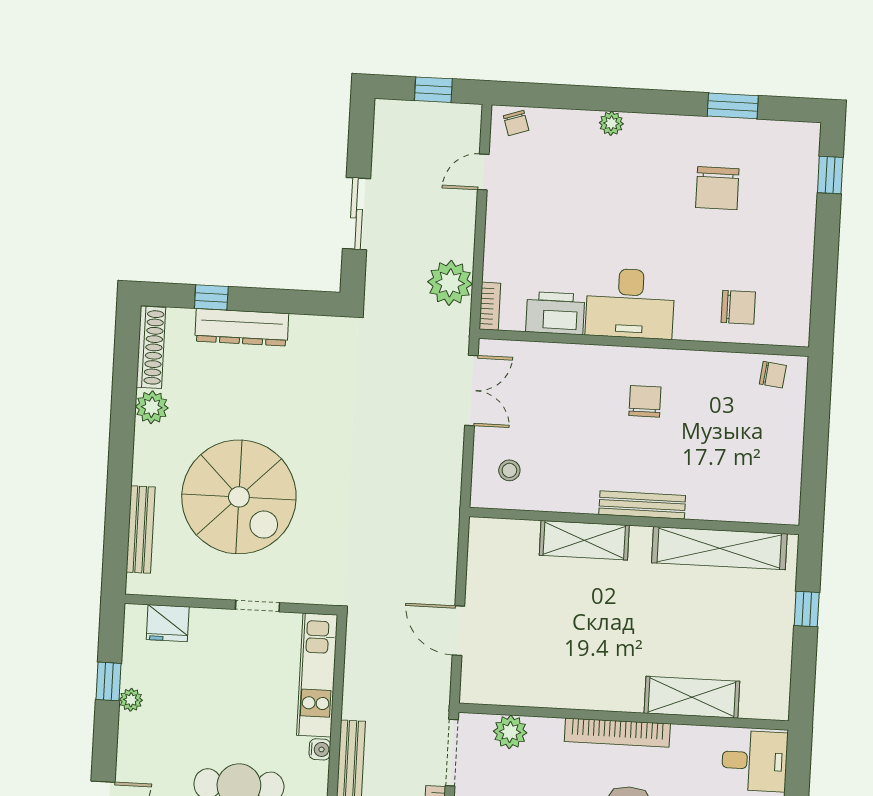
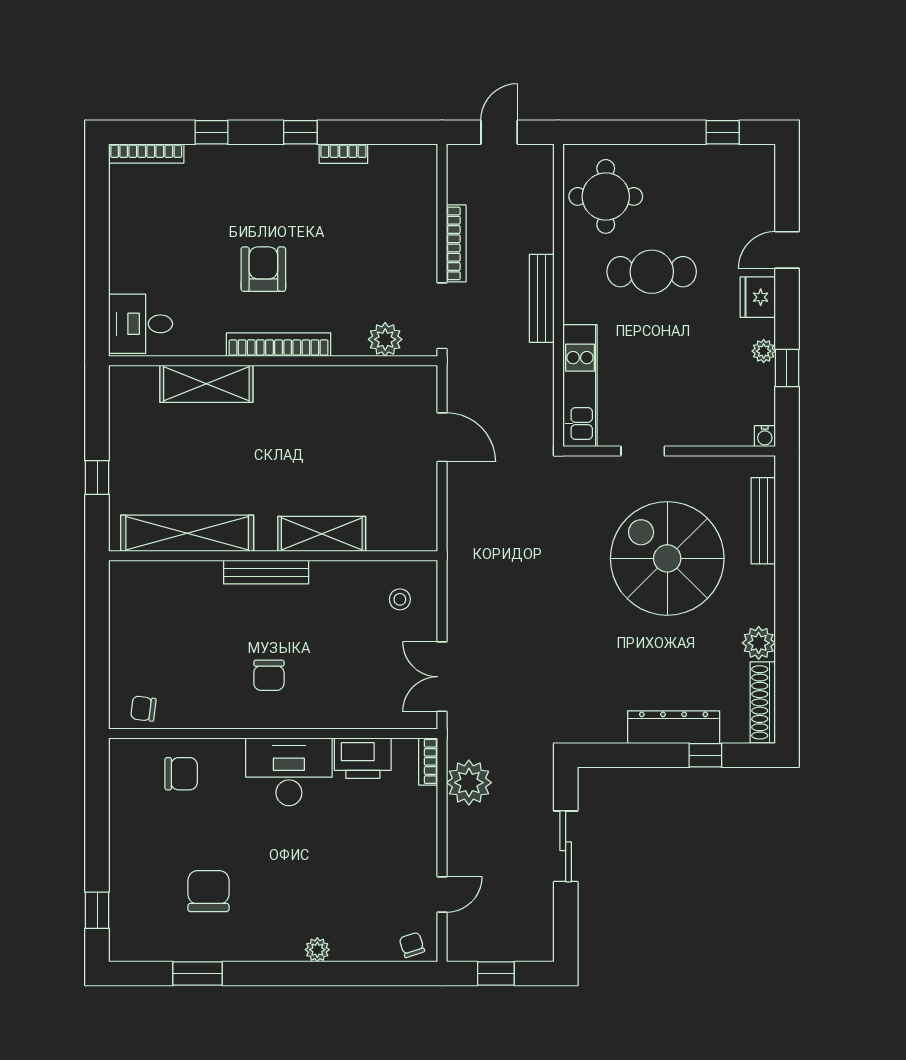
chair: (738, 307) -> (181, 774), turned 180
fridge: (168, 623) -> (758, 297), moved, turned -90
water cooler: (320, 749) -> (765, 436), moved, turned -90

